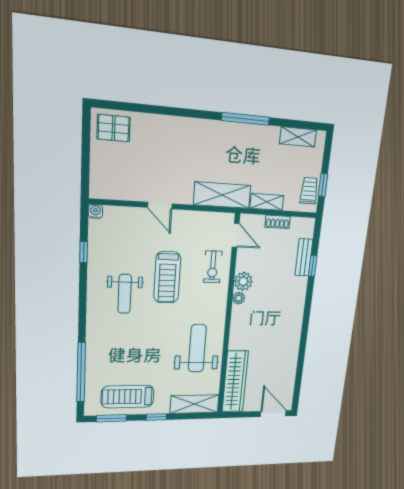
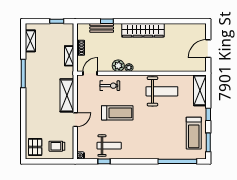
trolley: (309, 191) -> (57, 146), moved
shelving: (222, 195) -> (67, 95), moved
weight bench: (125, 294) -> (109, 146), moved
weight bench: (197, 348) -> (162, 91), turned 180
wardrobe: (235, 381) -> (143, 30), moved, turned 180
door: (273, 414) -> (208, 49), moved

